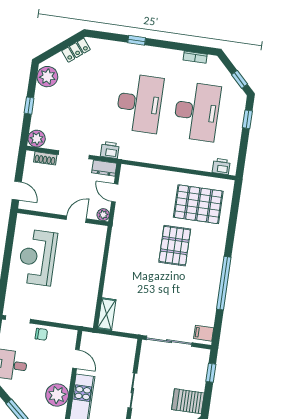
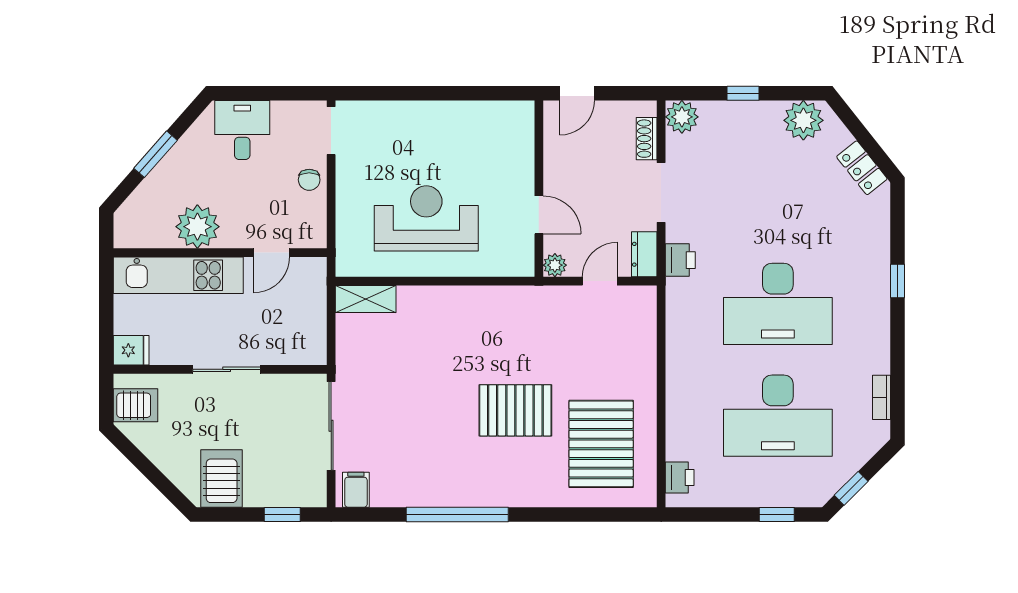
reception desk: (37, 257) -> (426, 218), moved

